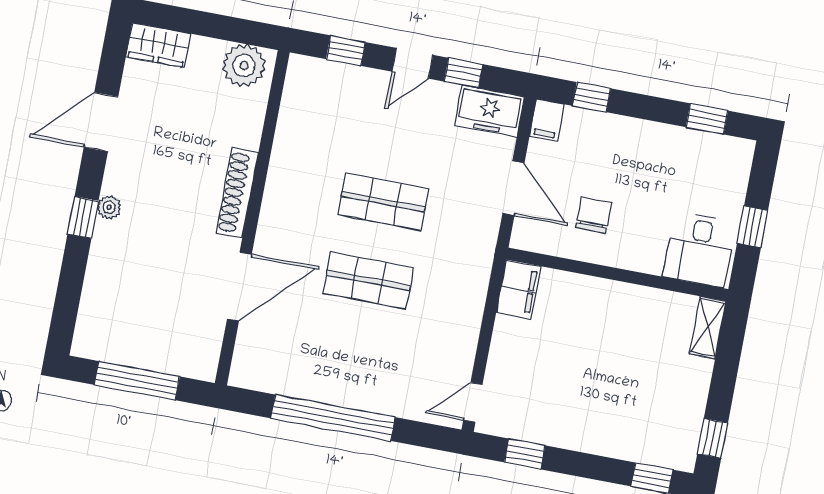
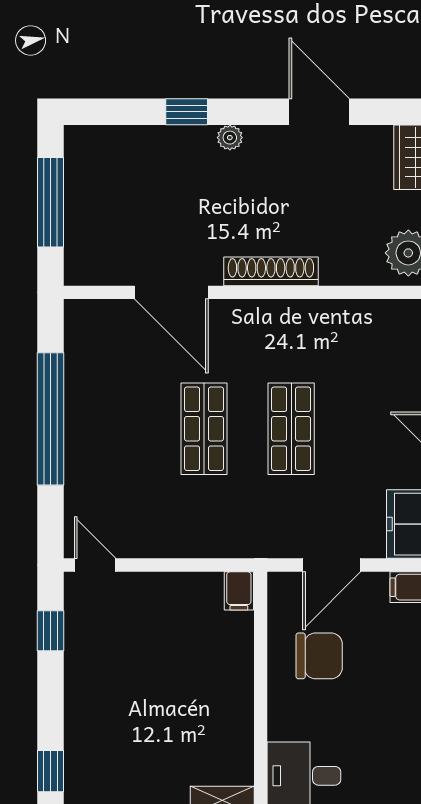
chair: (593, 215) -> (319, 656), width x1.37, depth x1.37
window: (83, 217) -> (187, 112), moved
filing cabinet: (518, 290) -> (239, 591), width x0.50

